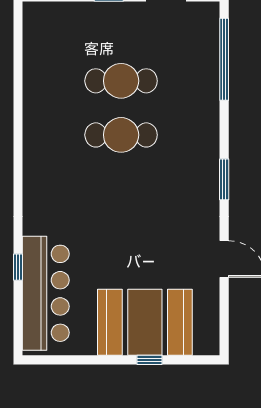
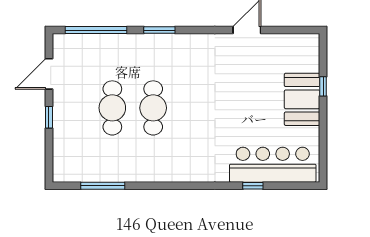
window: (18, 68) -> (103, 186), added
window: (224, 179) -> (159, 30), moved
booth: (145, 322) -> (302, 99), width x0.73, depth x0.70

